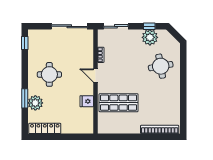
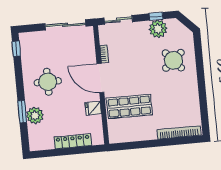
round table: (161, 66) -> (173, 60), turned -31
door: (96, 76) -> (100, 78), width x1.87
locker: (45, 128) -> (73, 141), moved

